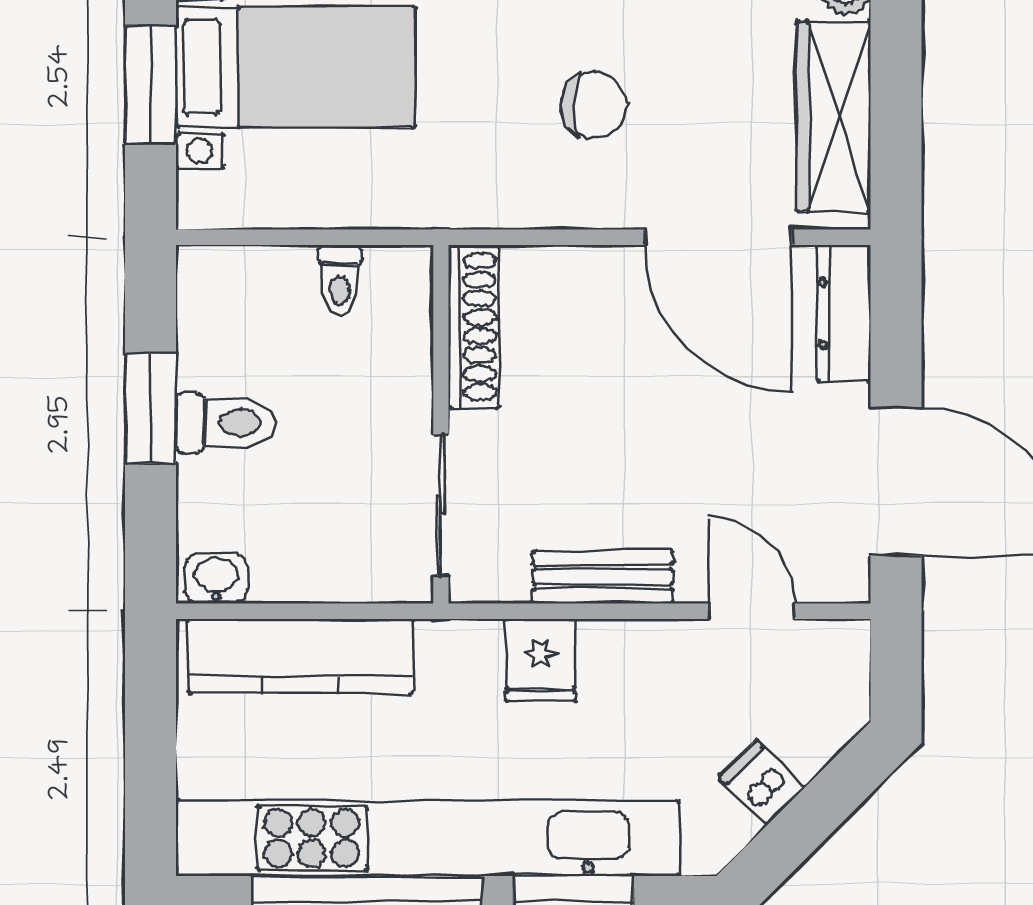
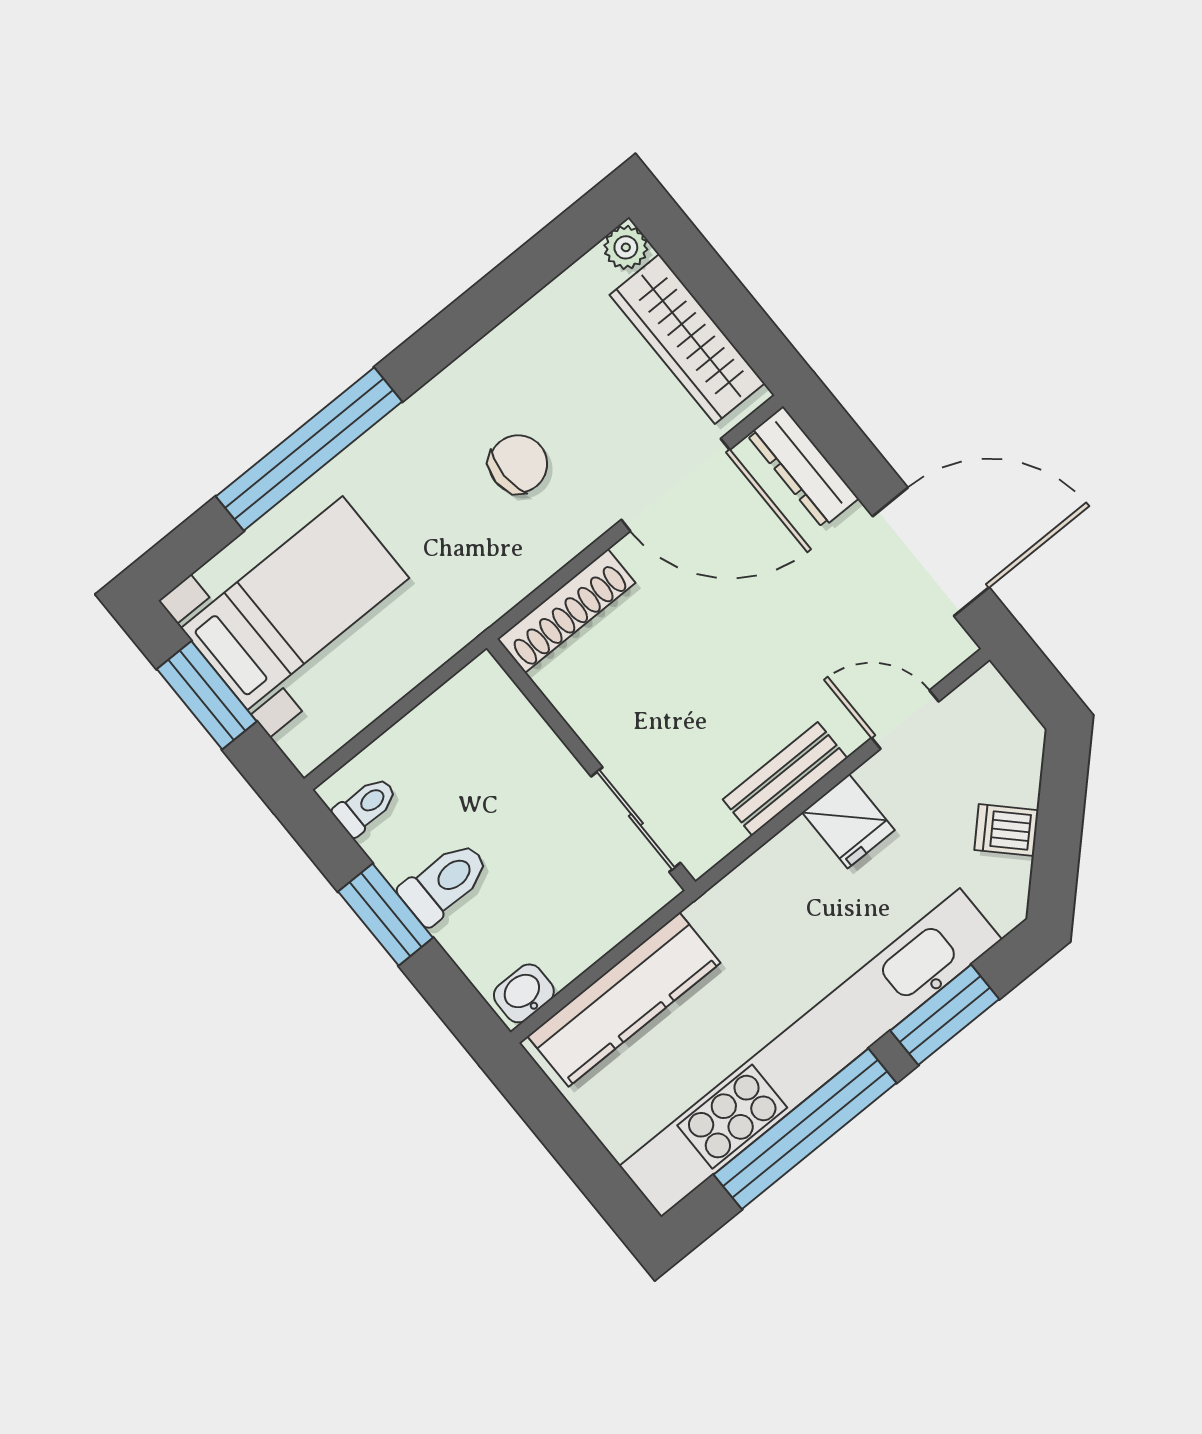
toilet: (340, 280) -> (366, 806), moved, turned -90
shoe rack: (474, 327) -> (566, 611), moved, turned 90
fridge: (541, 660) -> (848, 821), moved

